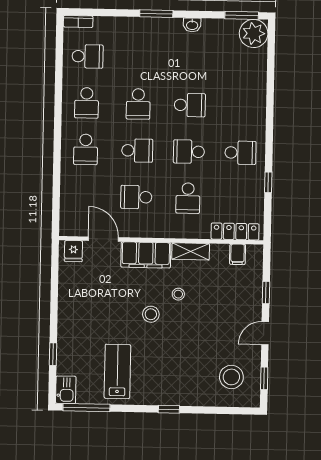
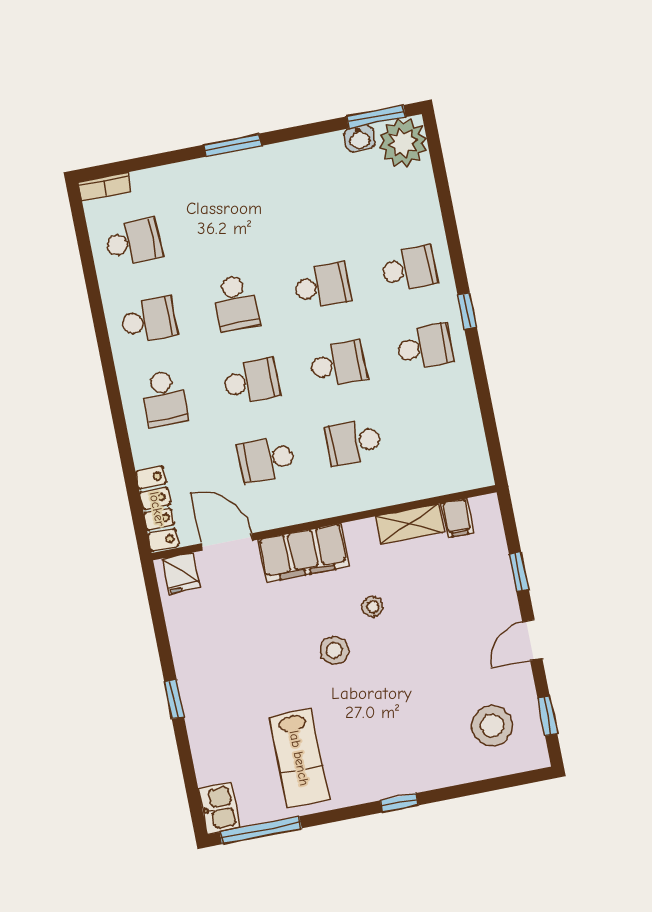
washbasin: (192, 25) -> (360, 138), moved
school desk: (87, 103) -> (149, 320), turned -90
school desk: (241, 106) -> (409, 269), added
school desk: (189, 152) -> (338, 364), turned 180
window: (268, 182) -> (467, 311), moved
school desk: (188, 198) -> (353, 442), turned 90
locker: (235, 231) -> (157, 509), moved, turned 90
shelving: (191, 251) -> (410, 524), moved
window: (53, 354) -> (174, 699), moved
lab bench: (117, 371) -> (299, 758), turned 180

